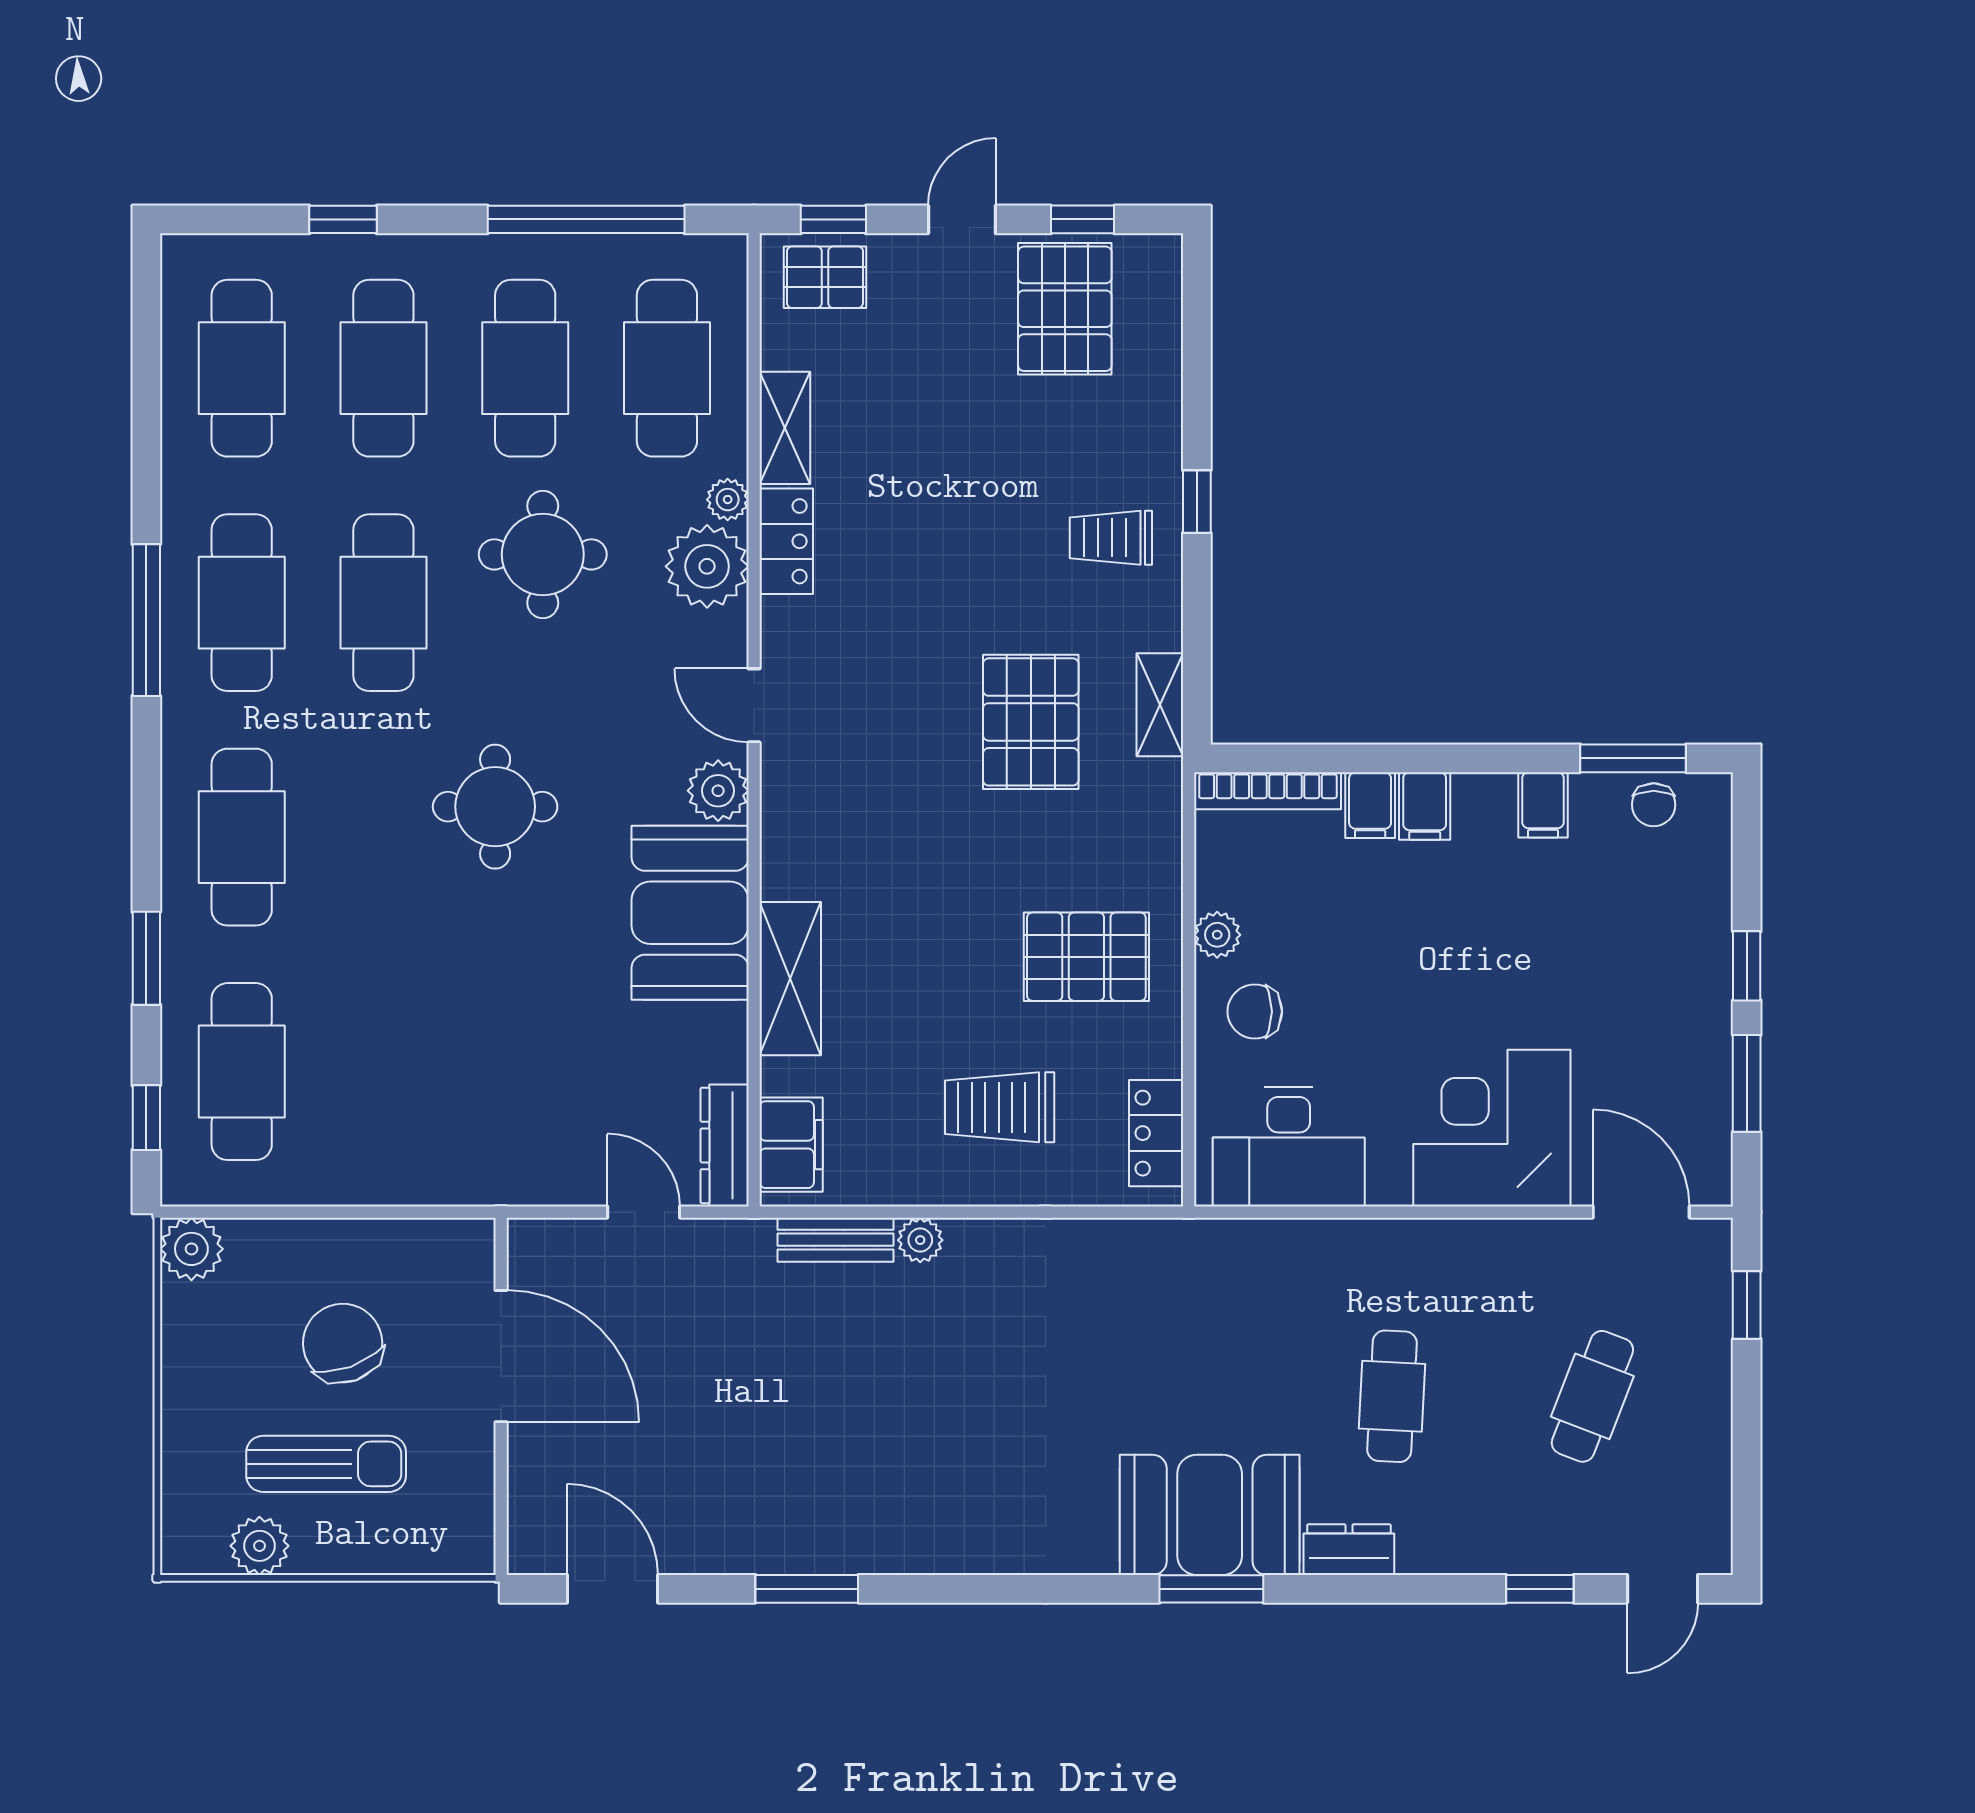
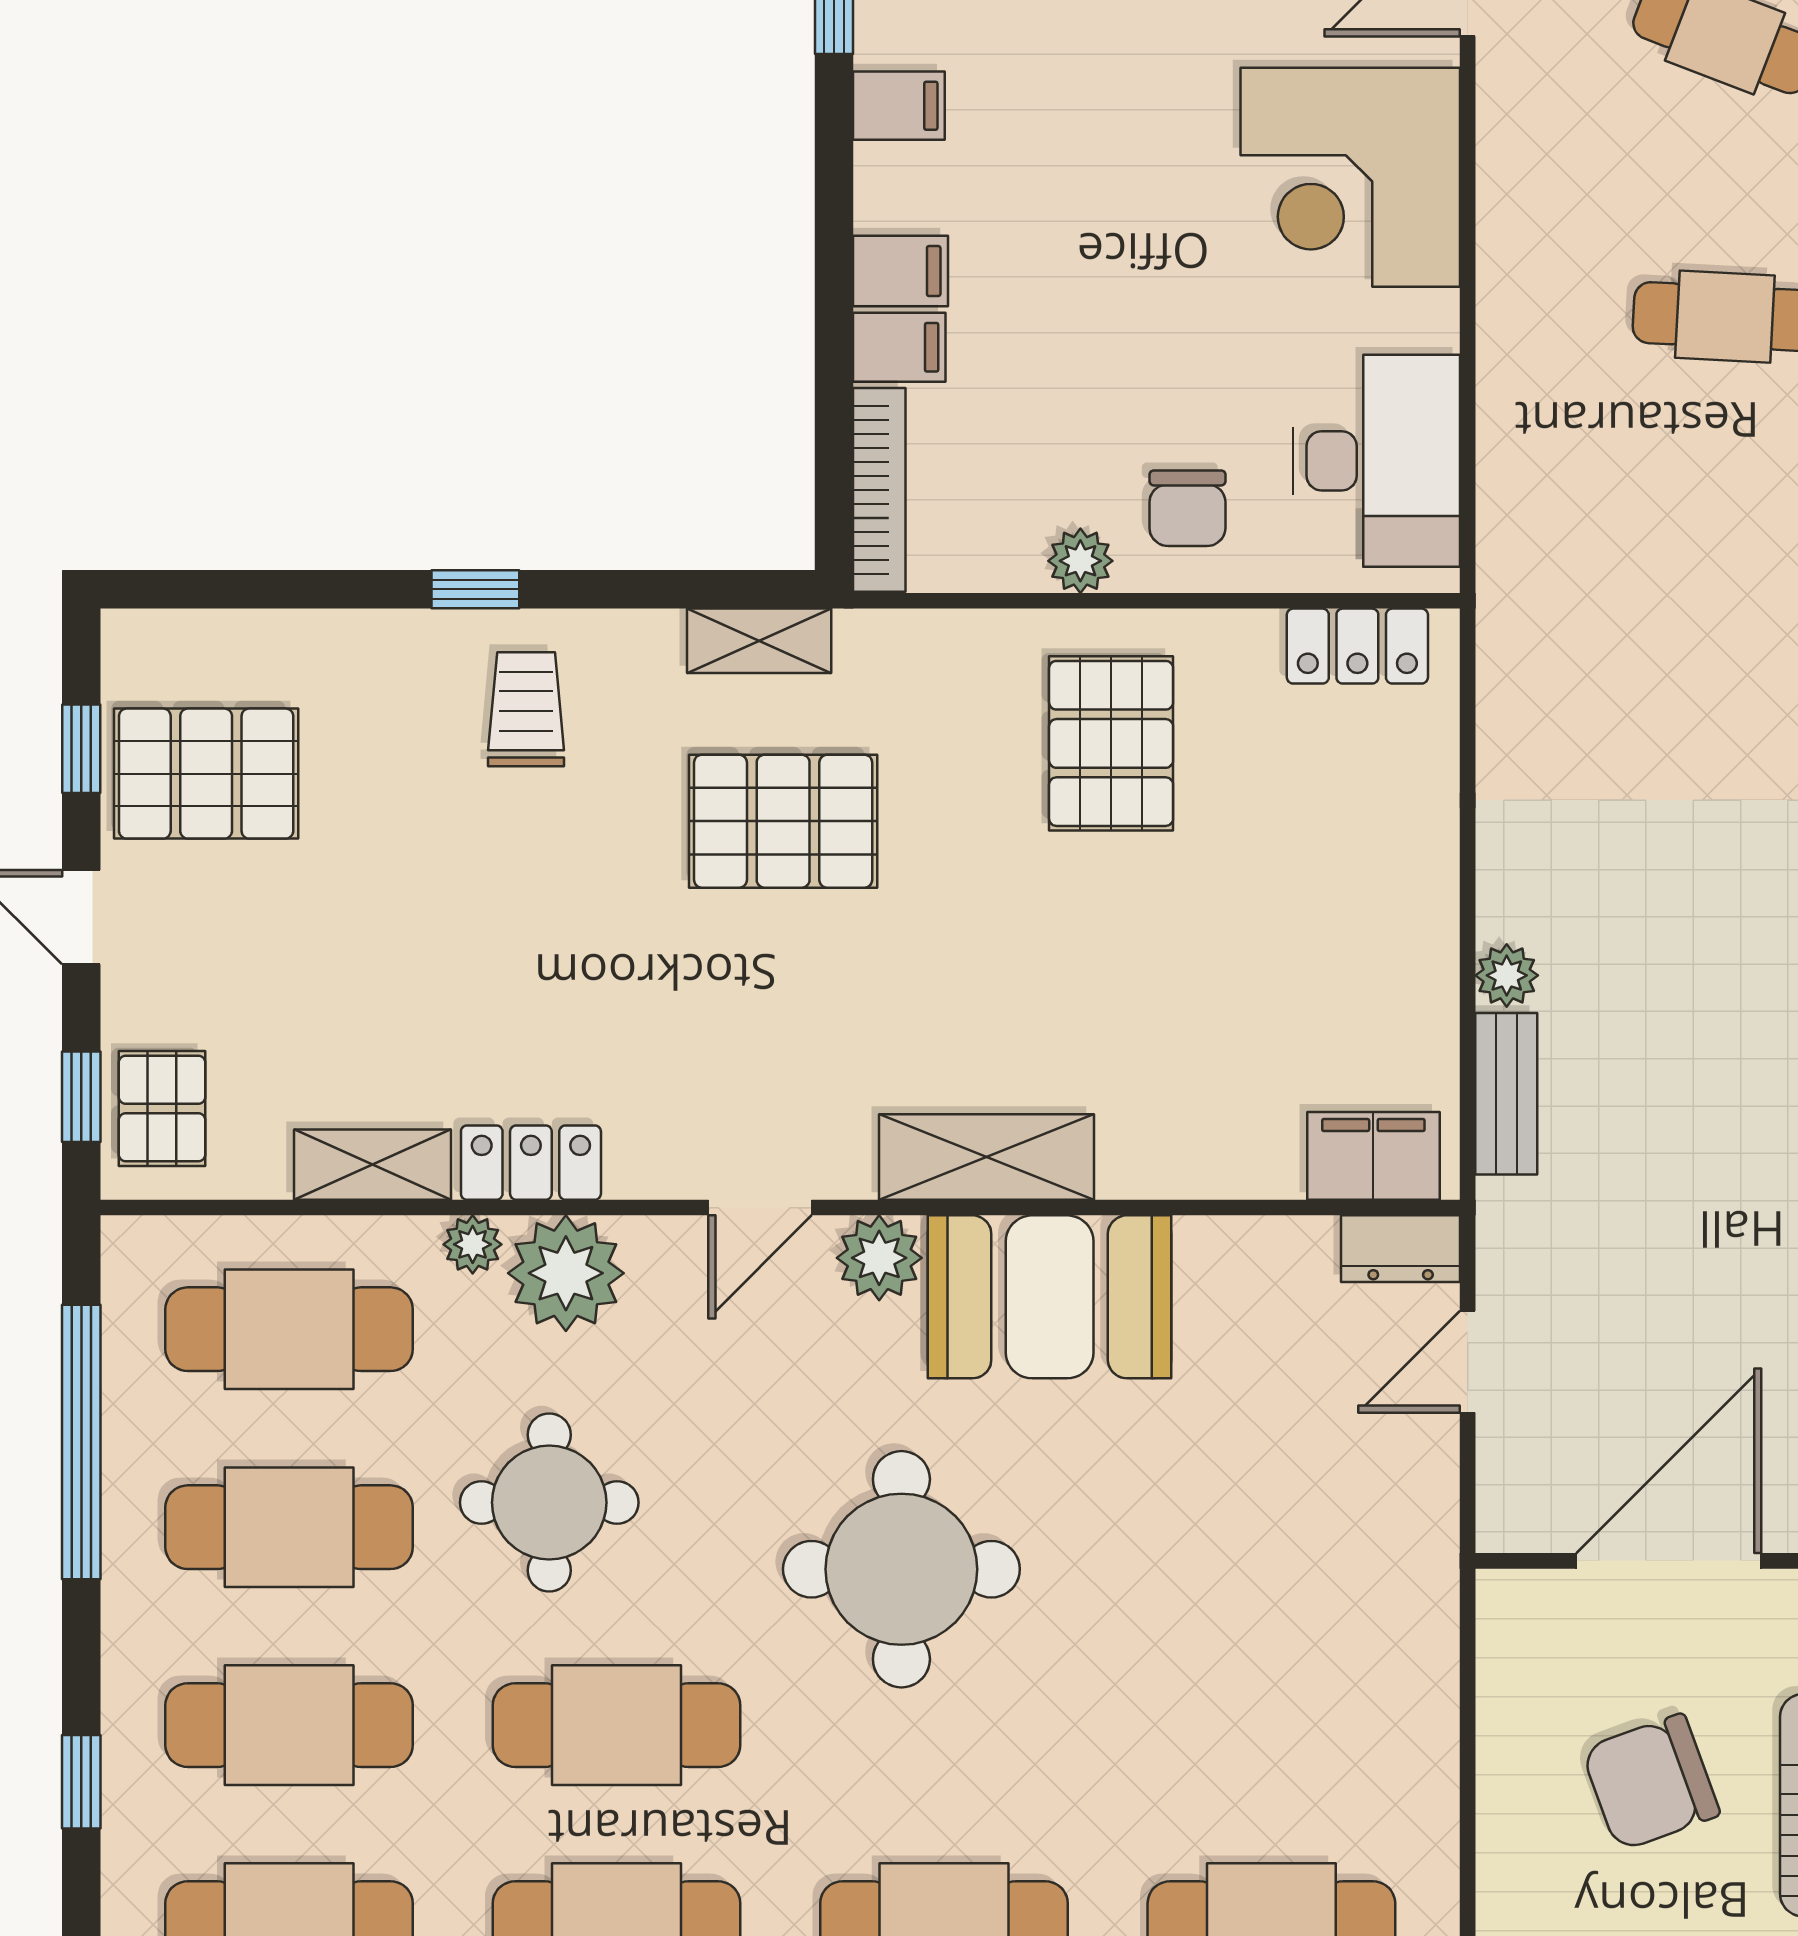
trolley: (1111, 538) -> (526, 709), turned 180
round table: (495, 807) -> (901, 1569), width x1.36, depth x1.36
shelving: (790, 979) -> (987, 1157), moved
trolley: (1000, 1107) -> (1321, 865), removed
dresser: (725, 1145) -> (1401, 1249), width x0.70

